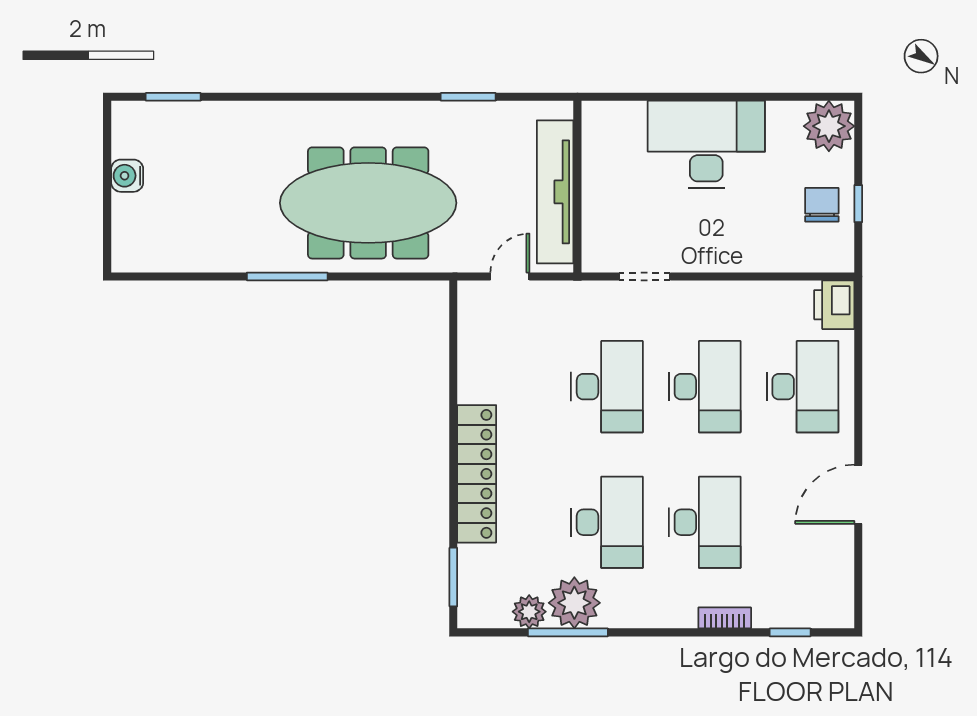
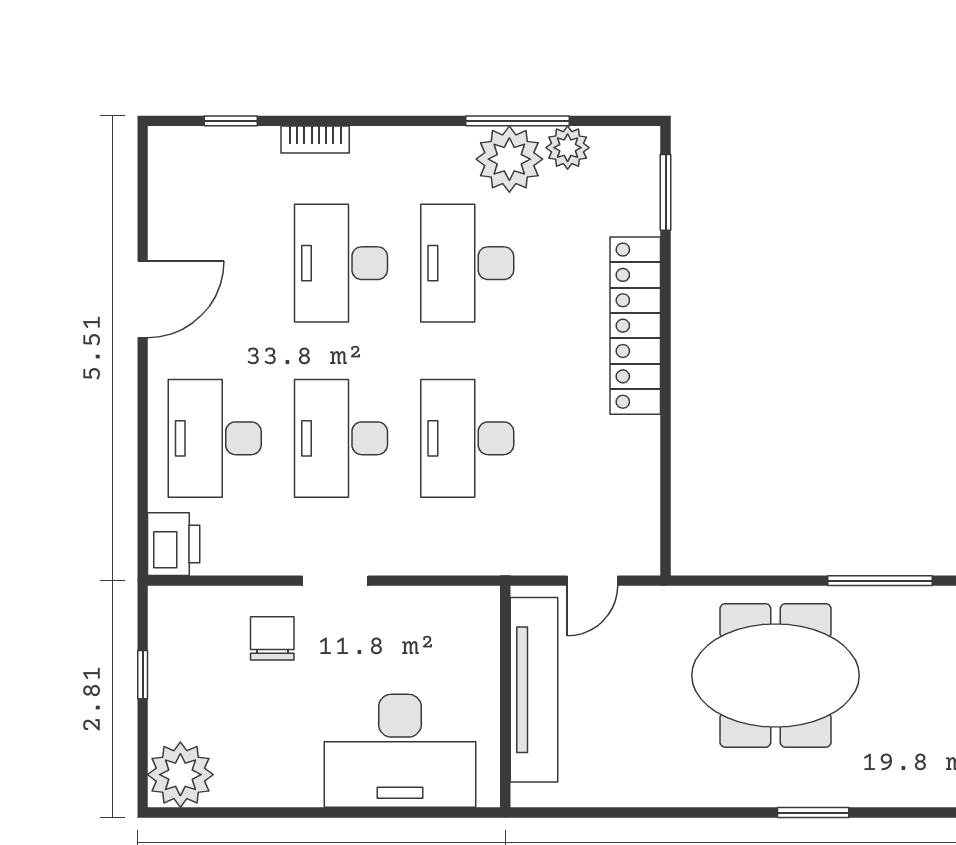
window: (468, 97) -> (813, 813), moved
desk: (706, 145) -> (400, 751), moved
meeting table: (368, 203) -> (775, 675), width x0.73
chair: (822, 205) -> (272, 638), moved, turned 180
doorway: (645, 276) -> (335, 581), moved

